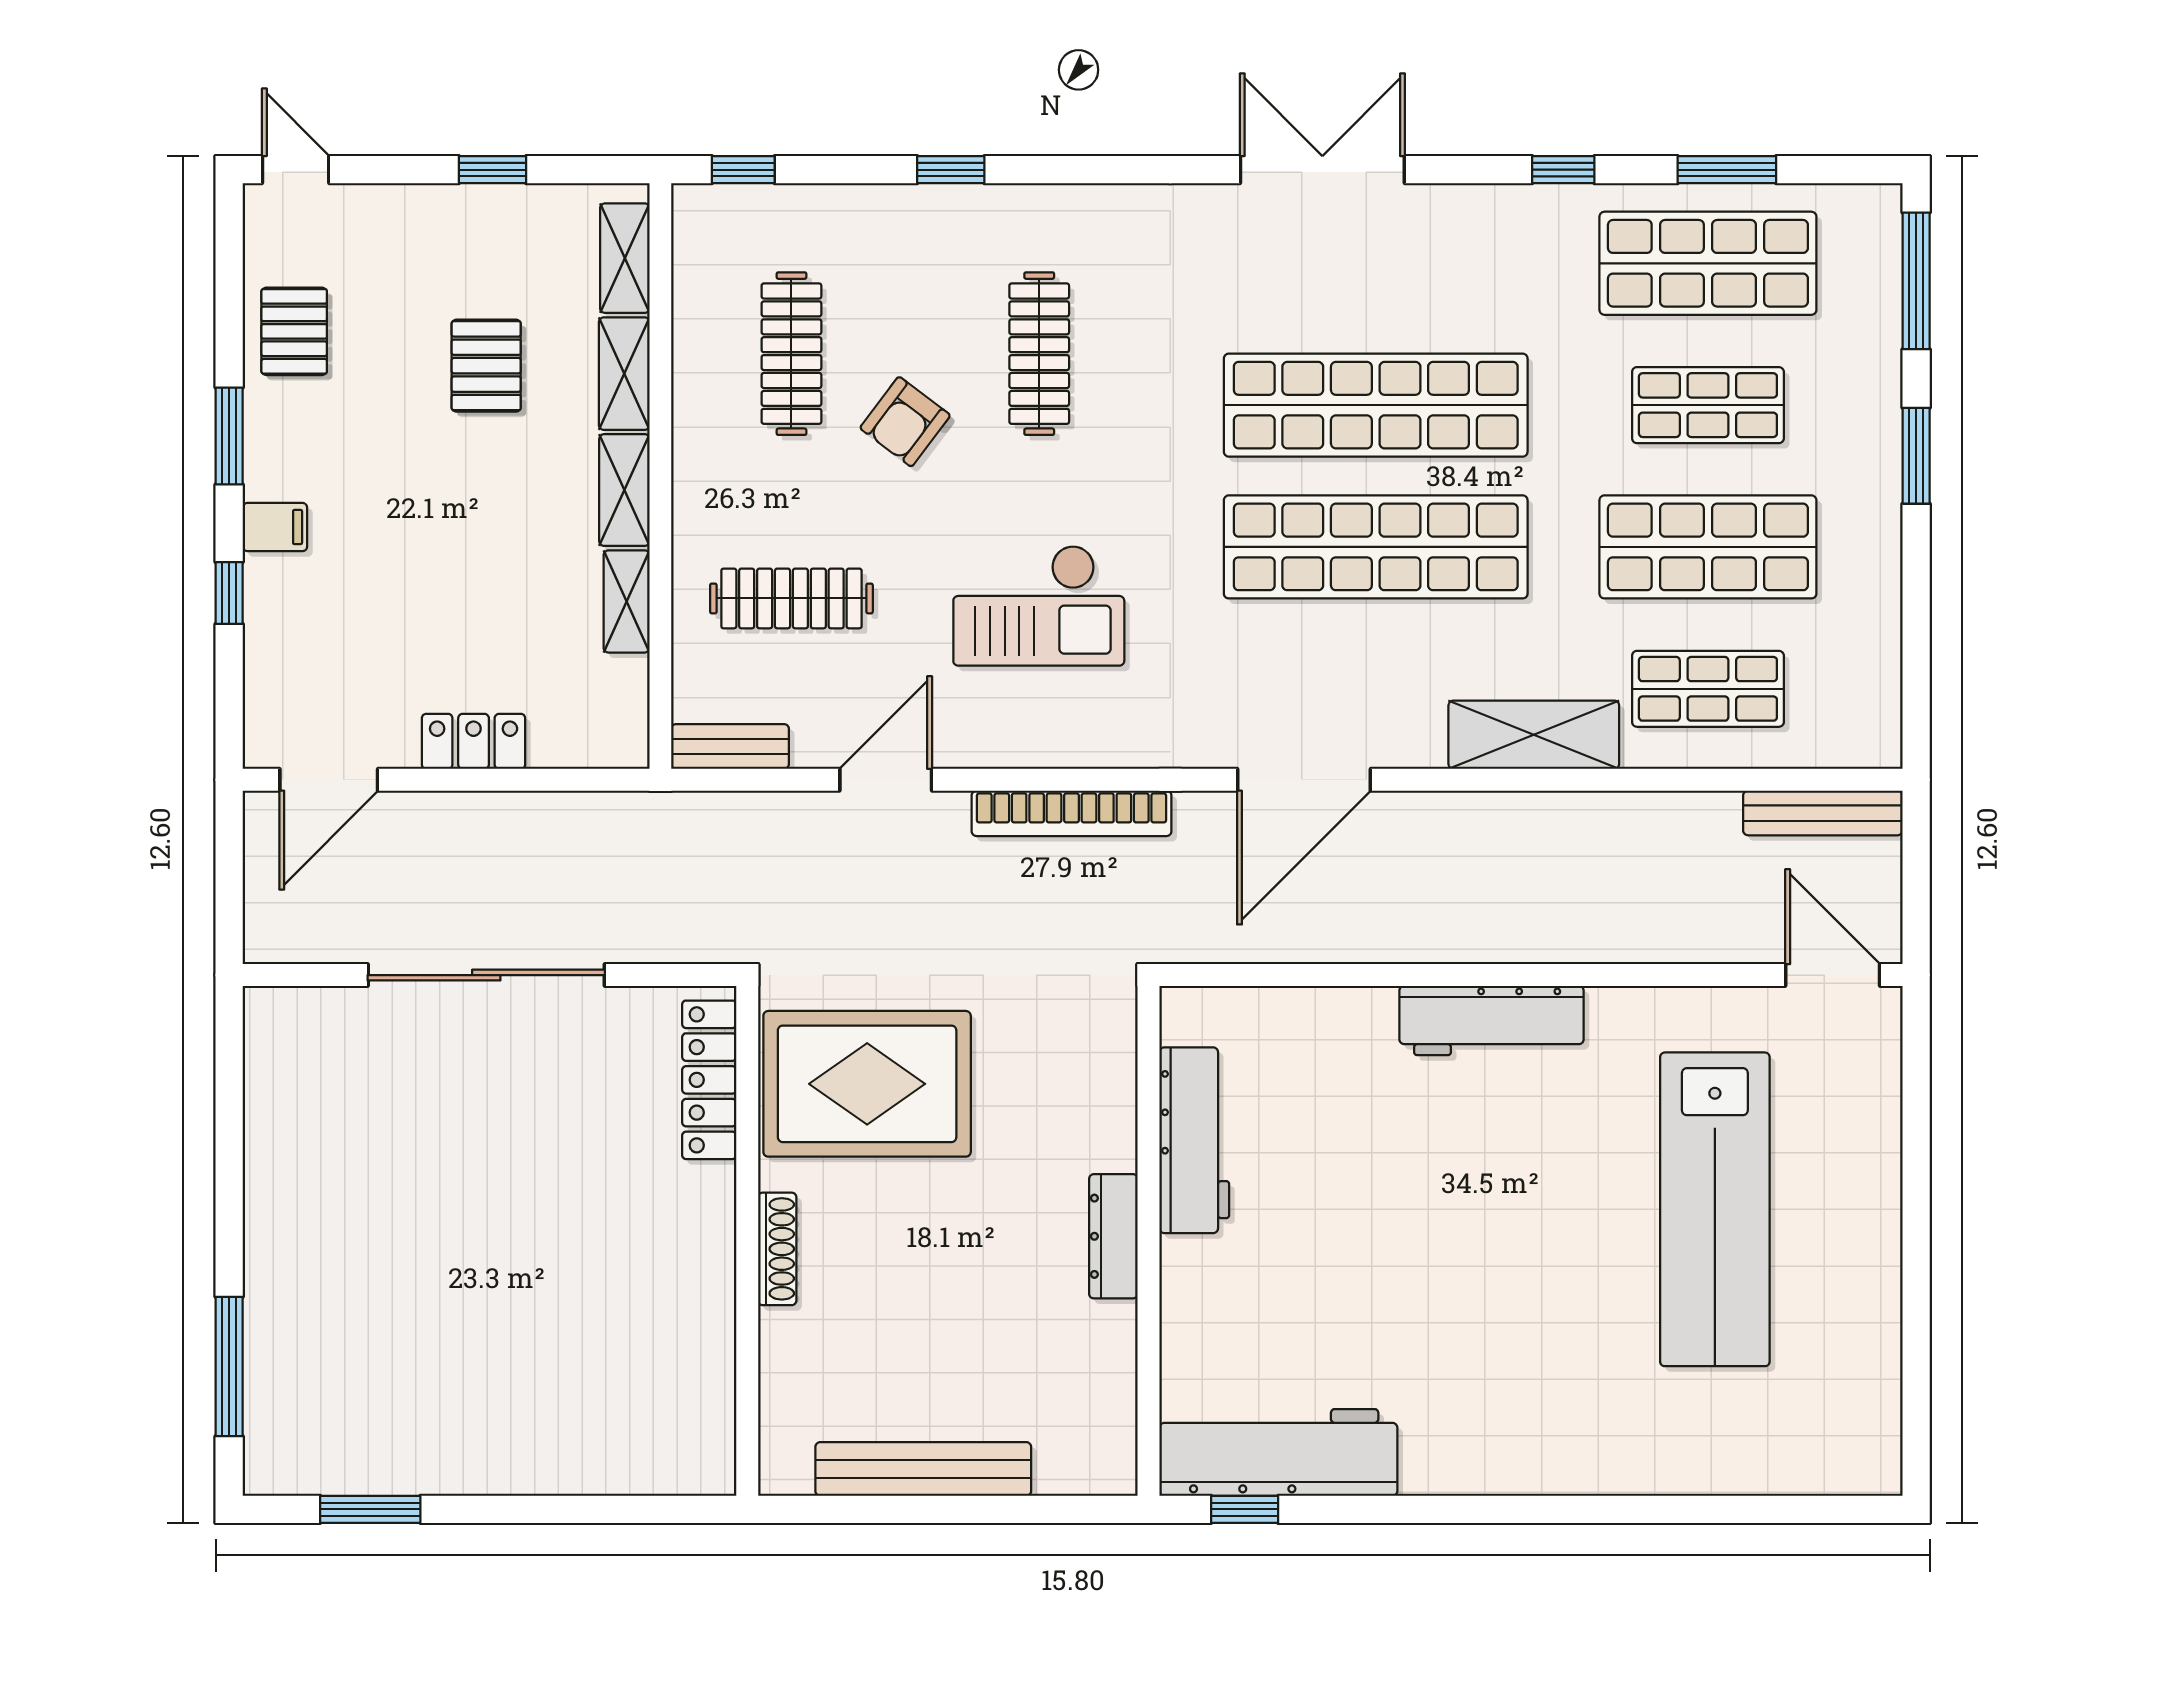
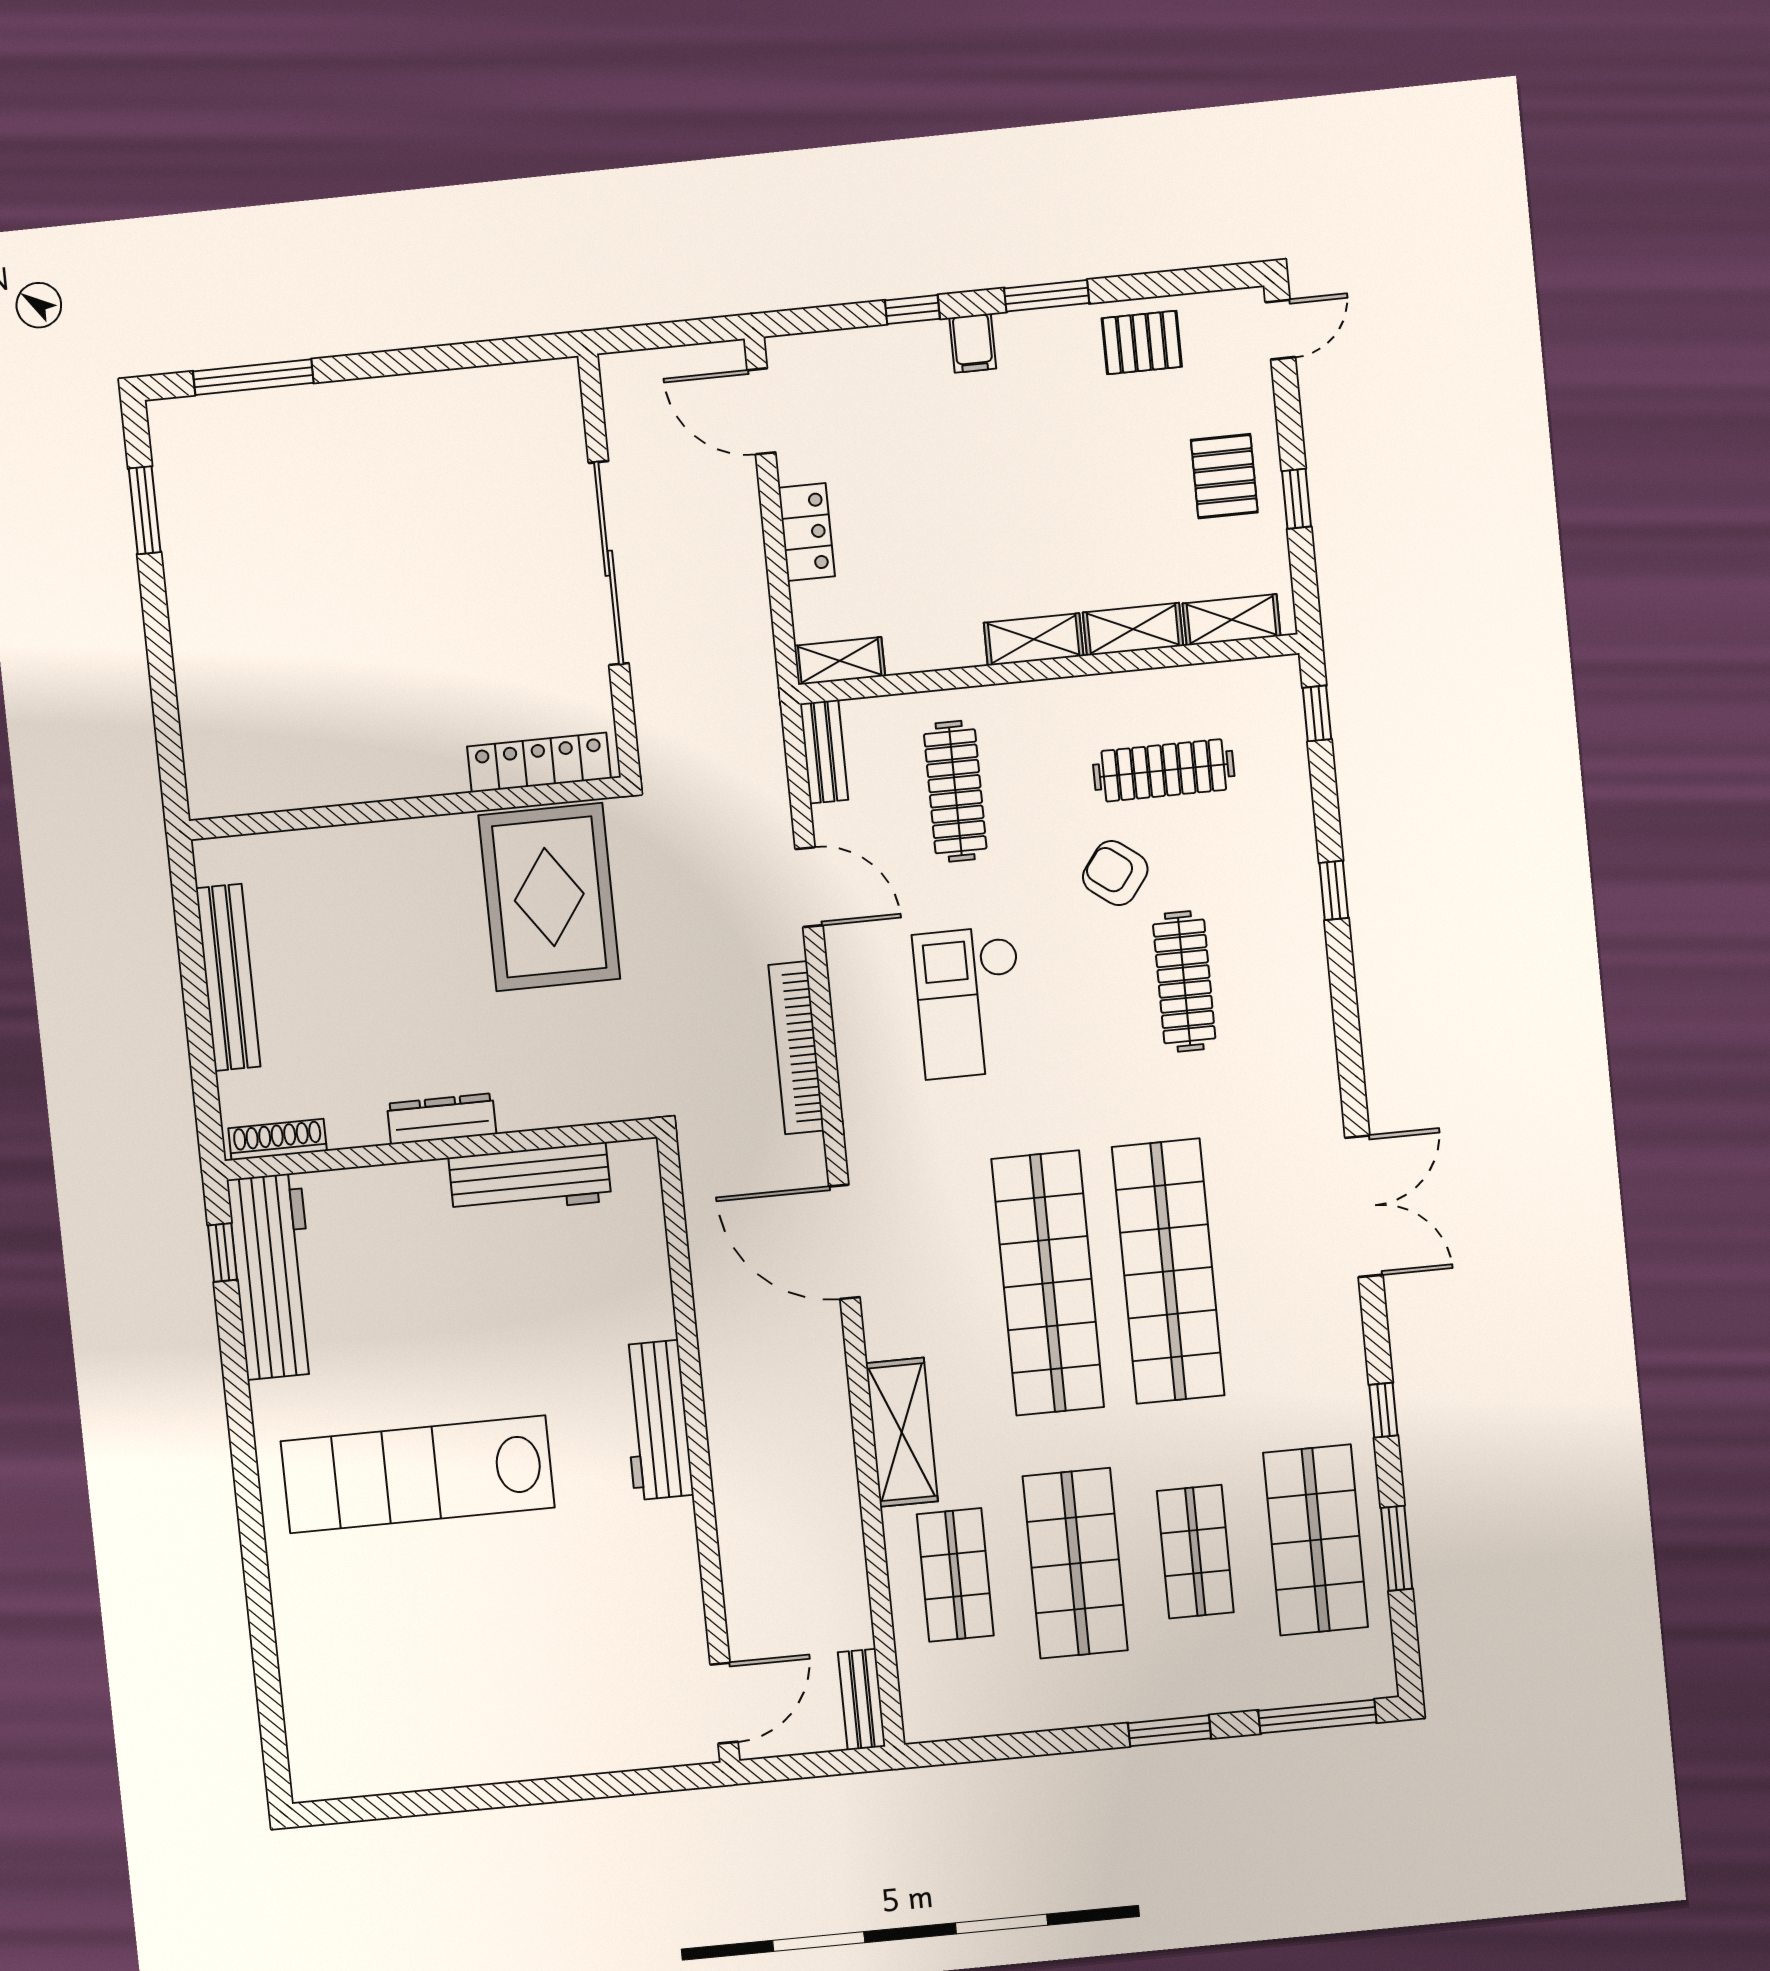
clothes rail: (1039, 354) -> (1184, 981), turned 90
pallet: (486, 366) -> (1224, 476), moved, turned 90
shelving: (627, 601) -> (840, 661), moved
bench: (1823, 813) -> (862, 1699), width x0.73
lab bench: (1715, 1209) -> (418, 1474), moved
shoe rack: (777, 1249) -> (278, 1140), moved, turned 180

